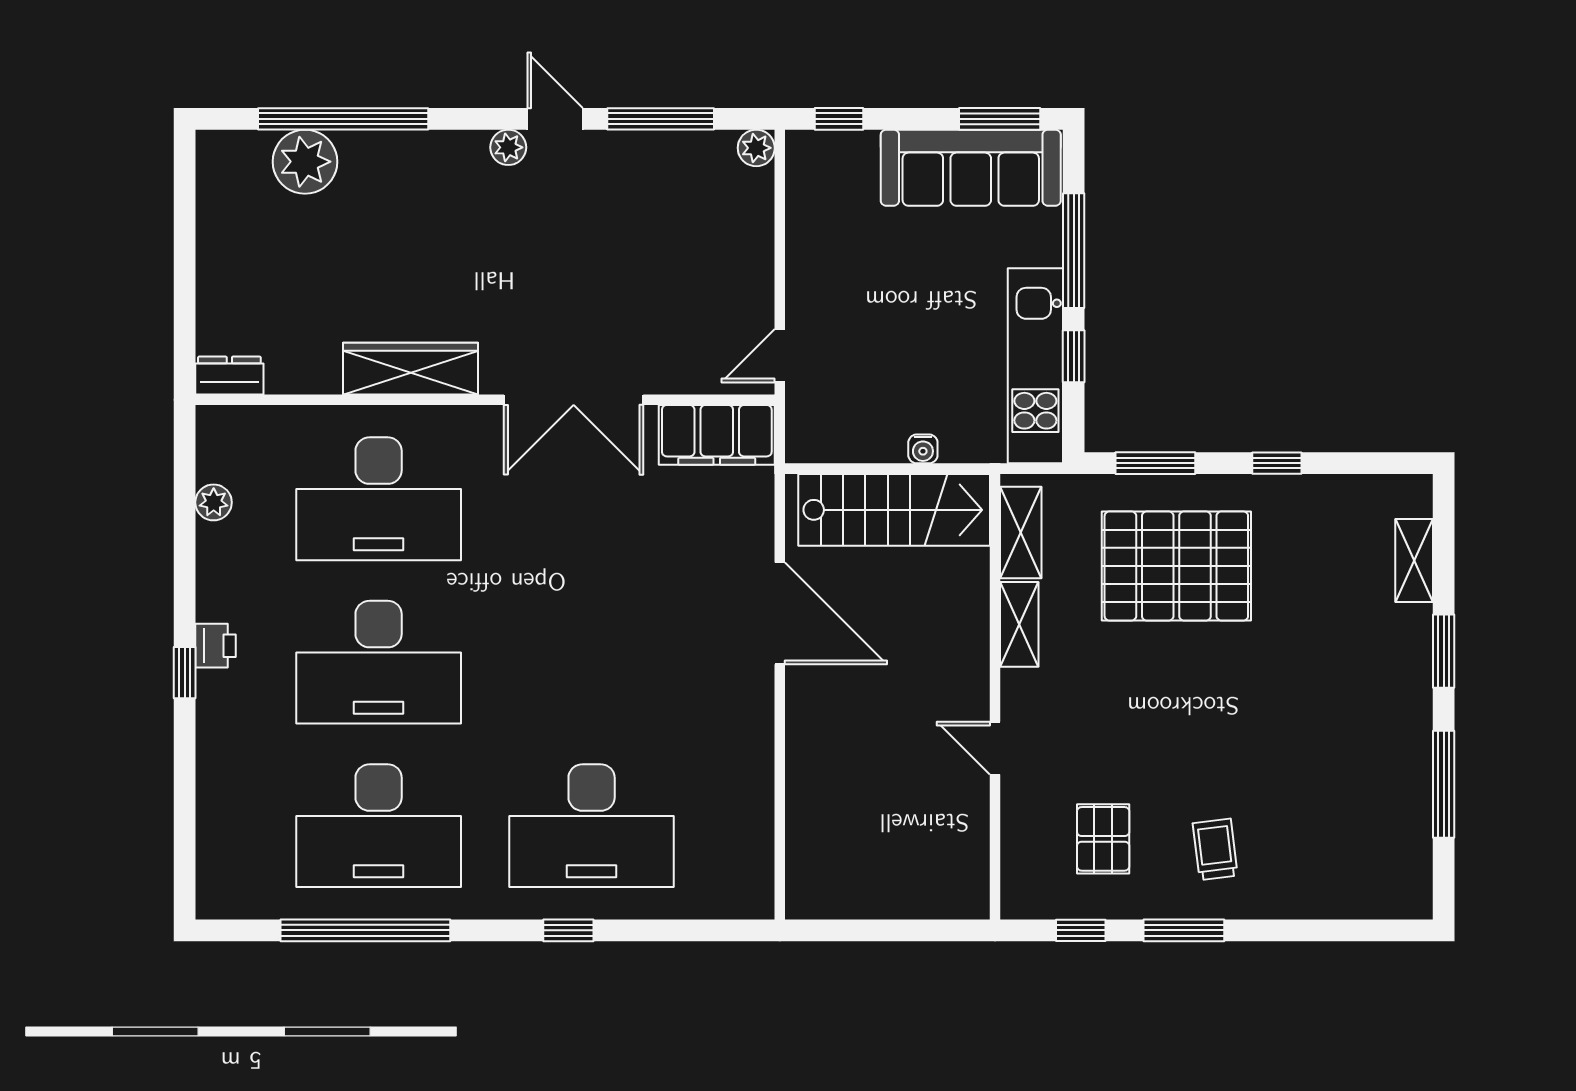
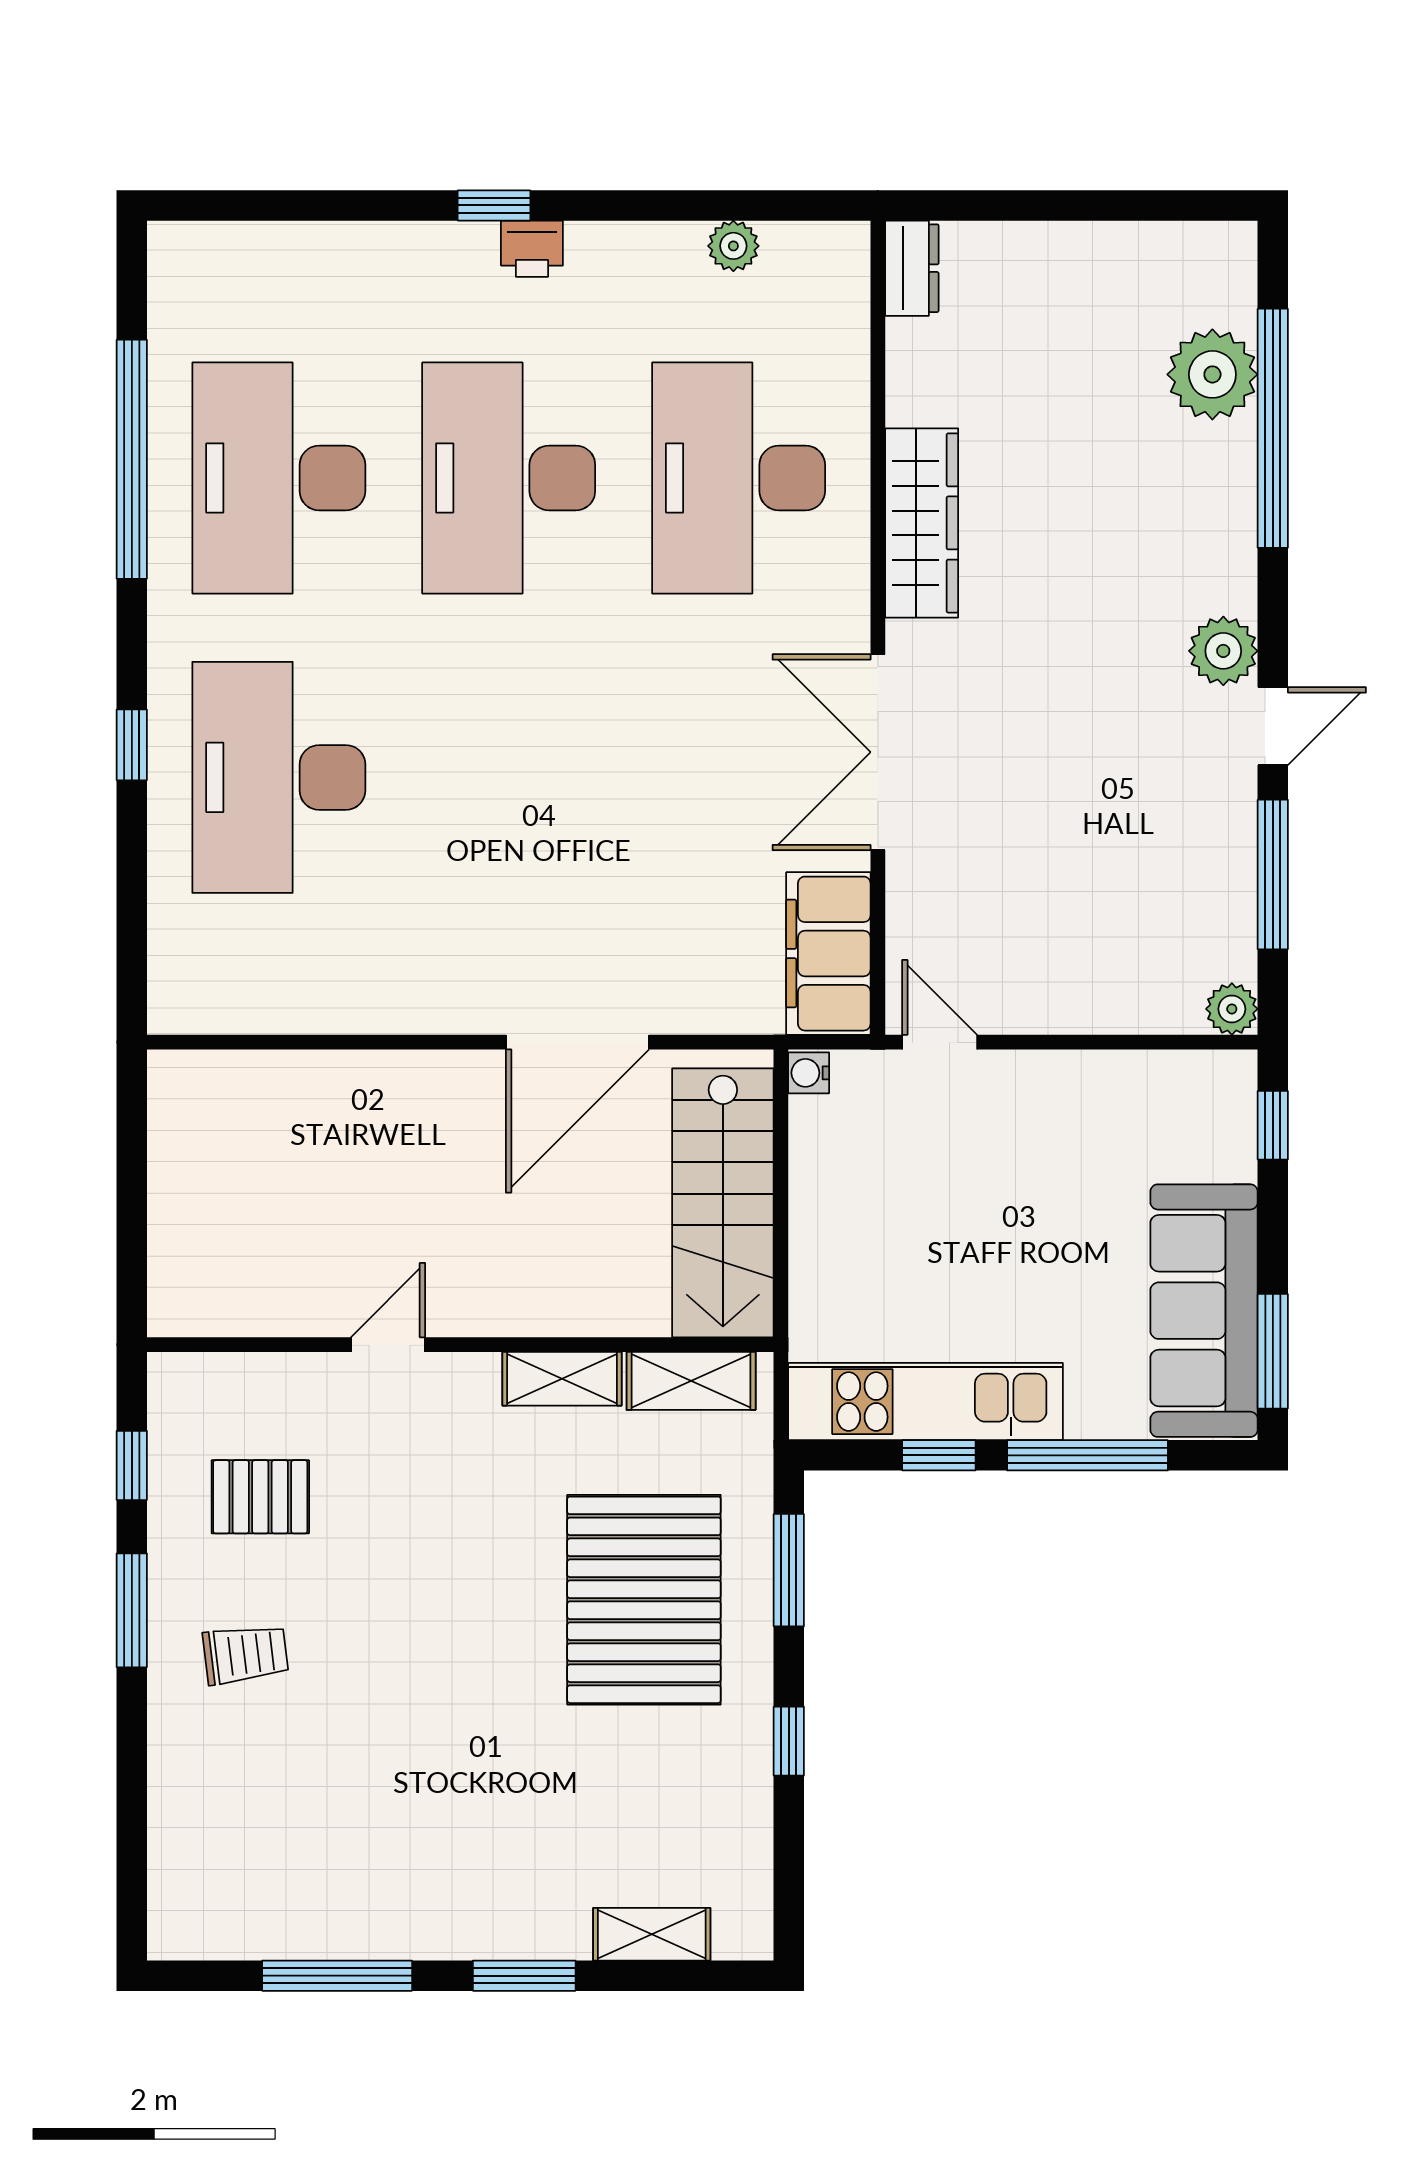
plant: (508, 147) -> (1223, 651), width x1.38, depth x1.38
water cooler: (923, 449) -> (809, 1073), moved

